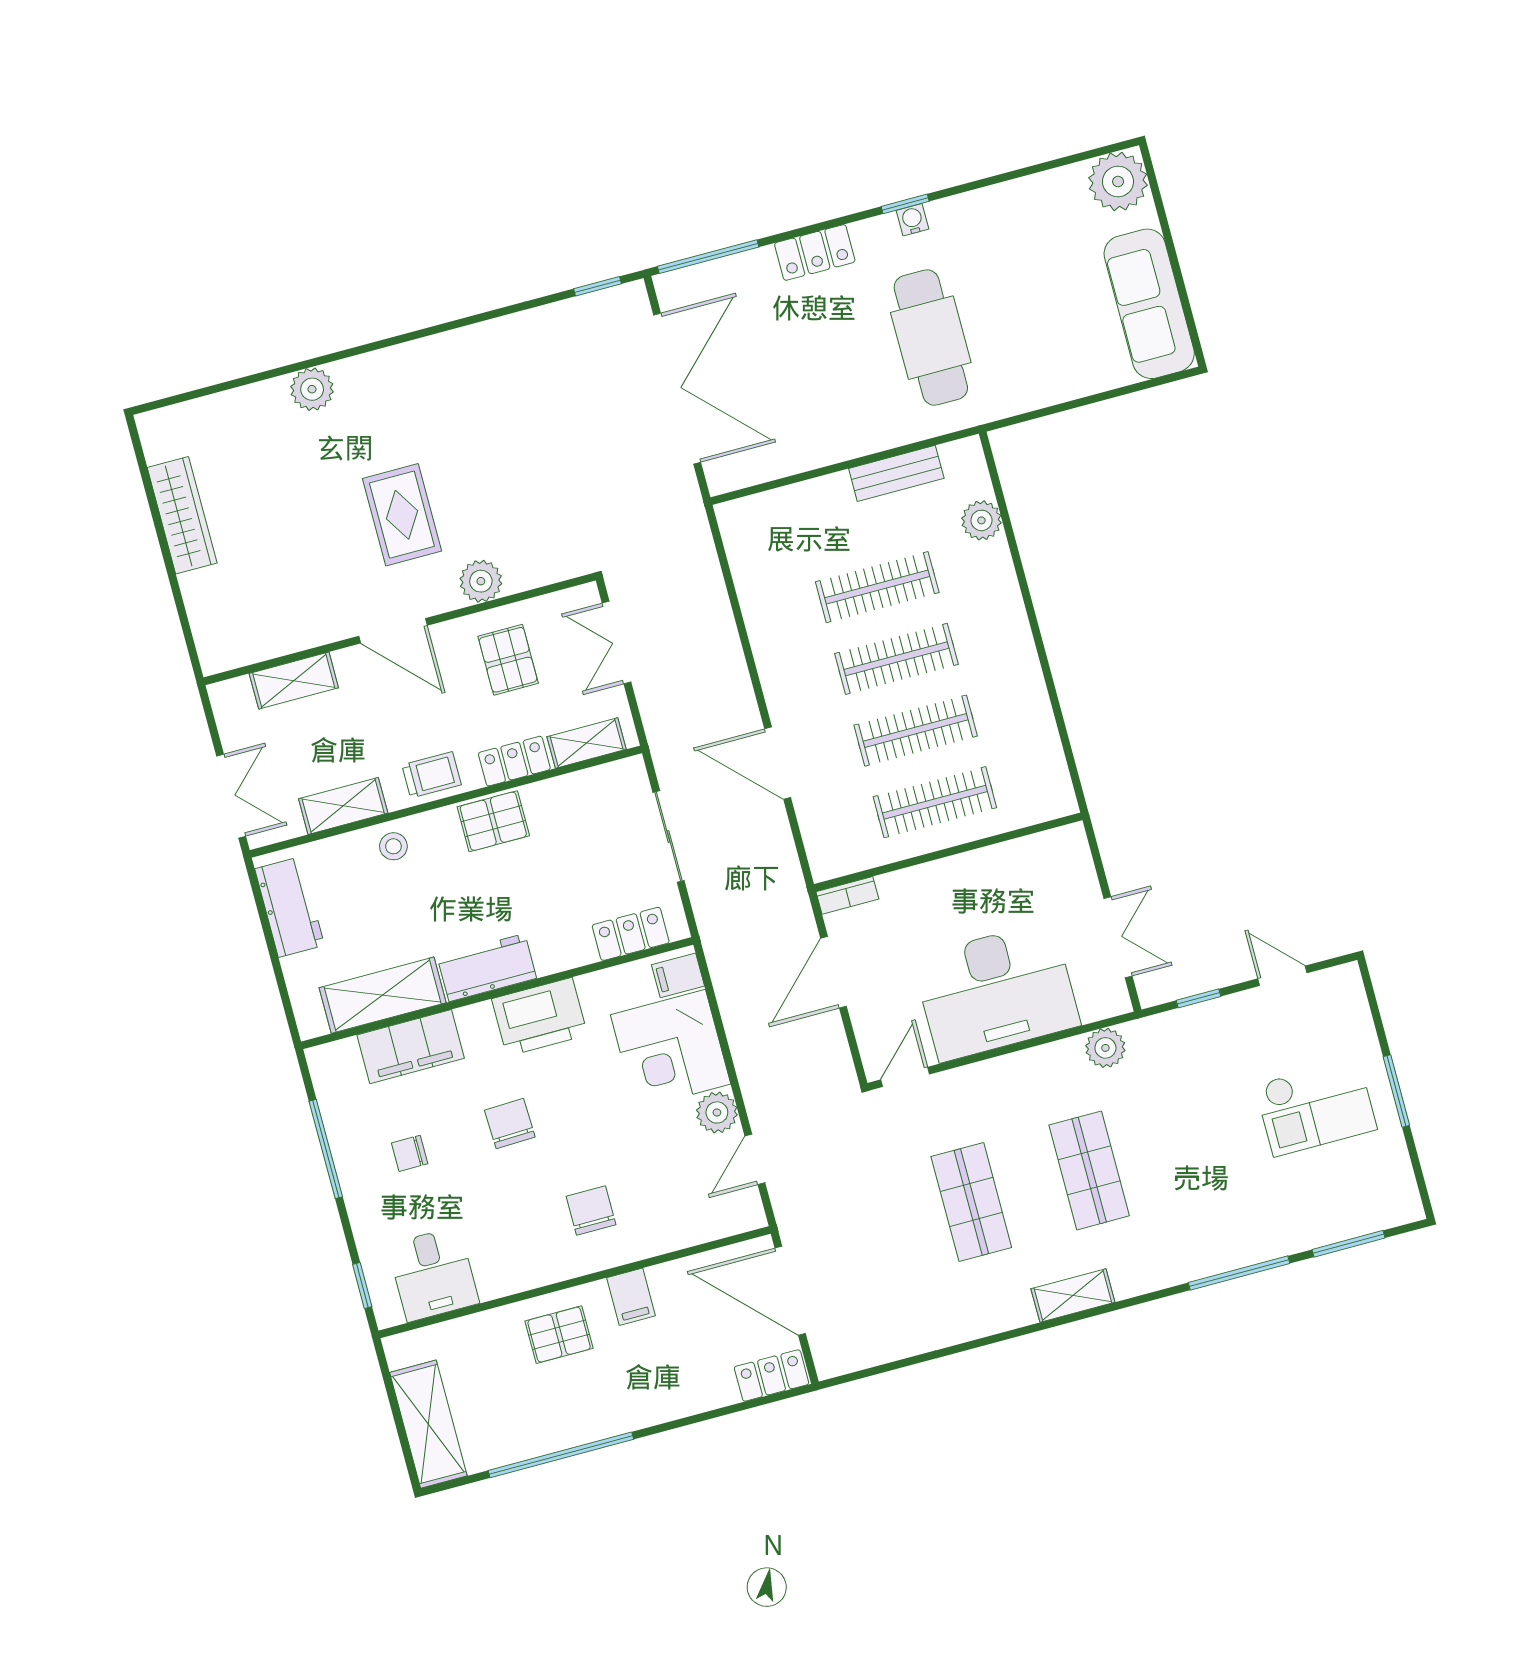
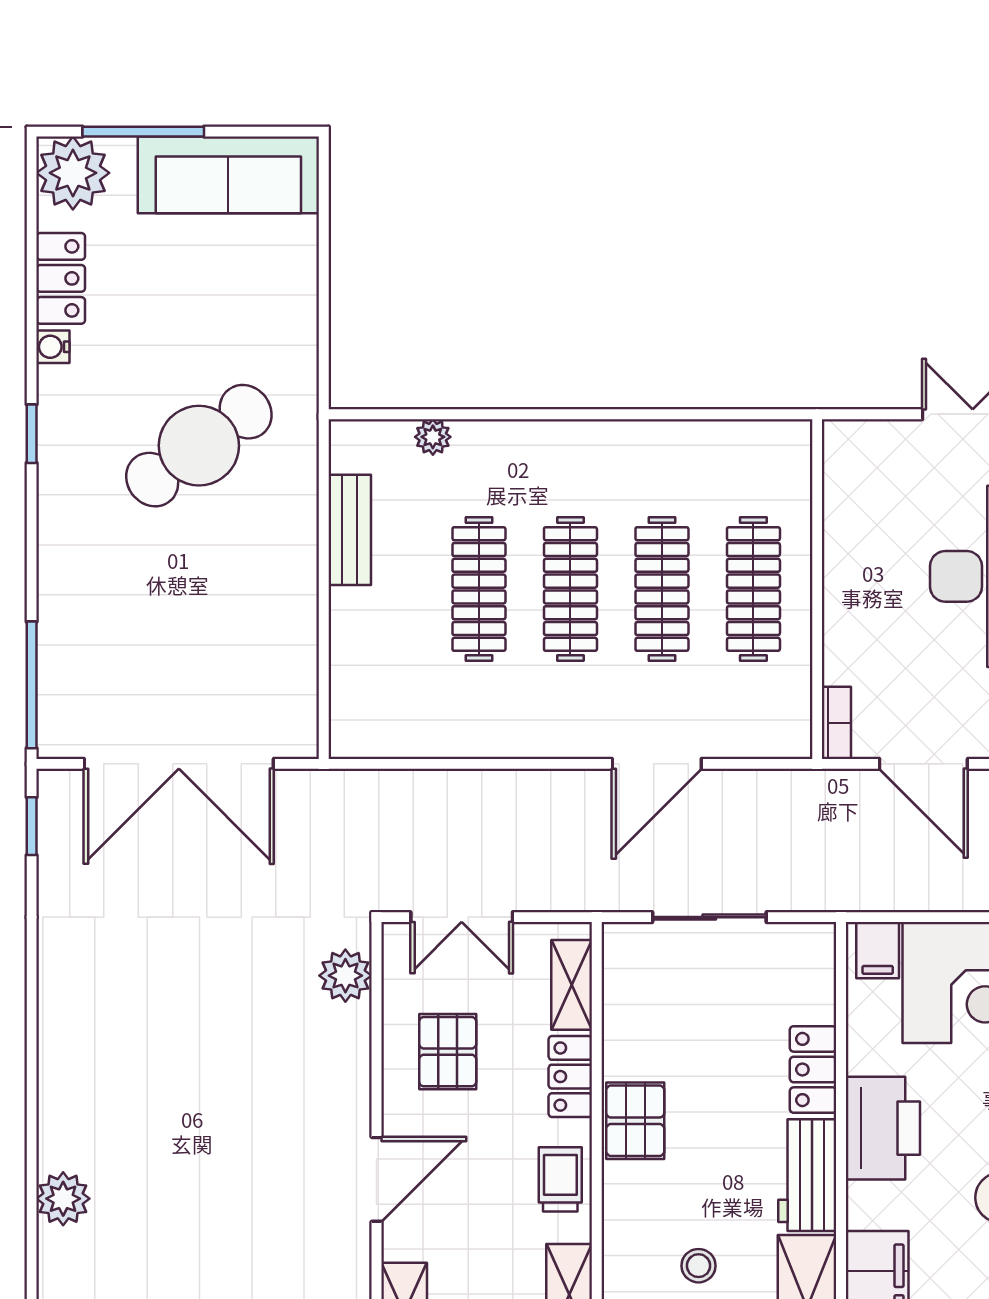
water cooler: (912, 220) -> (53, 347), moved
window: (1165, 228) -> (143, 132), added
locker: (815, 252) -> (61, 278), moved
cafe table: (931, 338) -> (199, 446), turned -36
double door: (677, 389) -> (179, 764), swing flipped
rug: (402, 515) -> (241, 1132), removed
plant: (981, 520) -> (433, 437), width x0.73, depth x0.73
plant: (481, 581) -> (345, 976), moved
pallet: (508, 660) -> (448, 1052), turned 90
stool: (393, 846) -> (698, 1266), moved
locker: (631, 934) -> (813, 1069), moved

